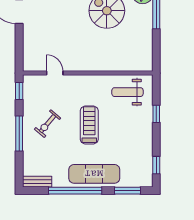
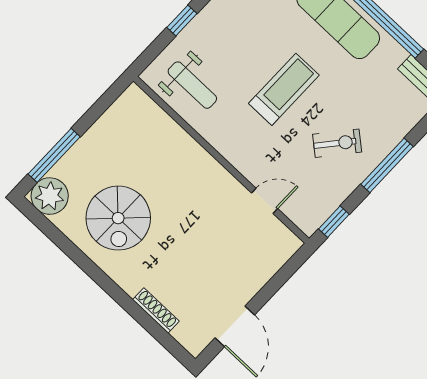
door: (55, 73) -> (265, 201), swing flipped
treadmill: (89, 125) -> (284, 89), turned 180

